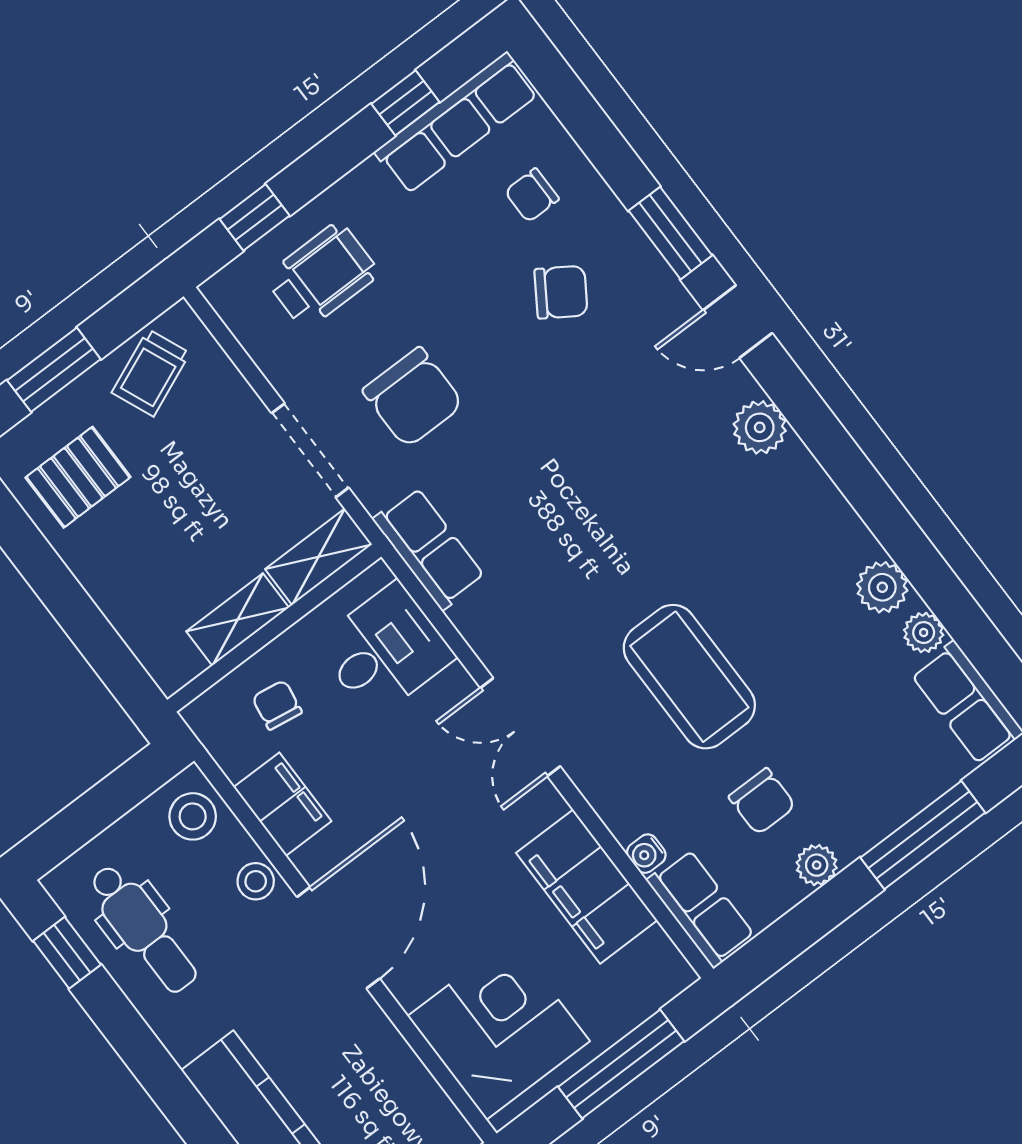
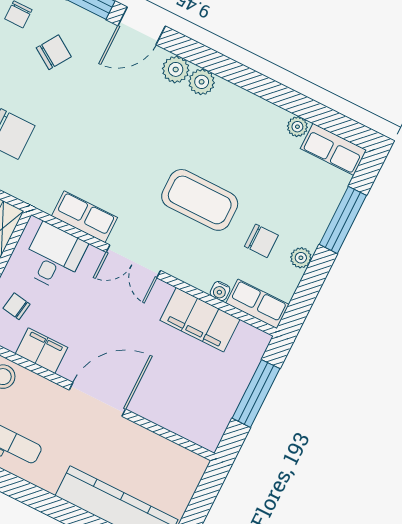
door: (738, 322) -> (142, 26), width x1.38
row of seats: (429, 549) -> (85, 217), moved
plant: (882, 587) -> (202, 82), moved
stool: (256, 881) -> (47, 392), removed
door: (338, 938) -> (97, 399), hinge flipped
corner desk: (499, 1029) -> (192, 405), removed

